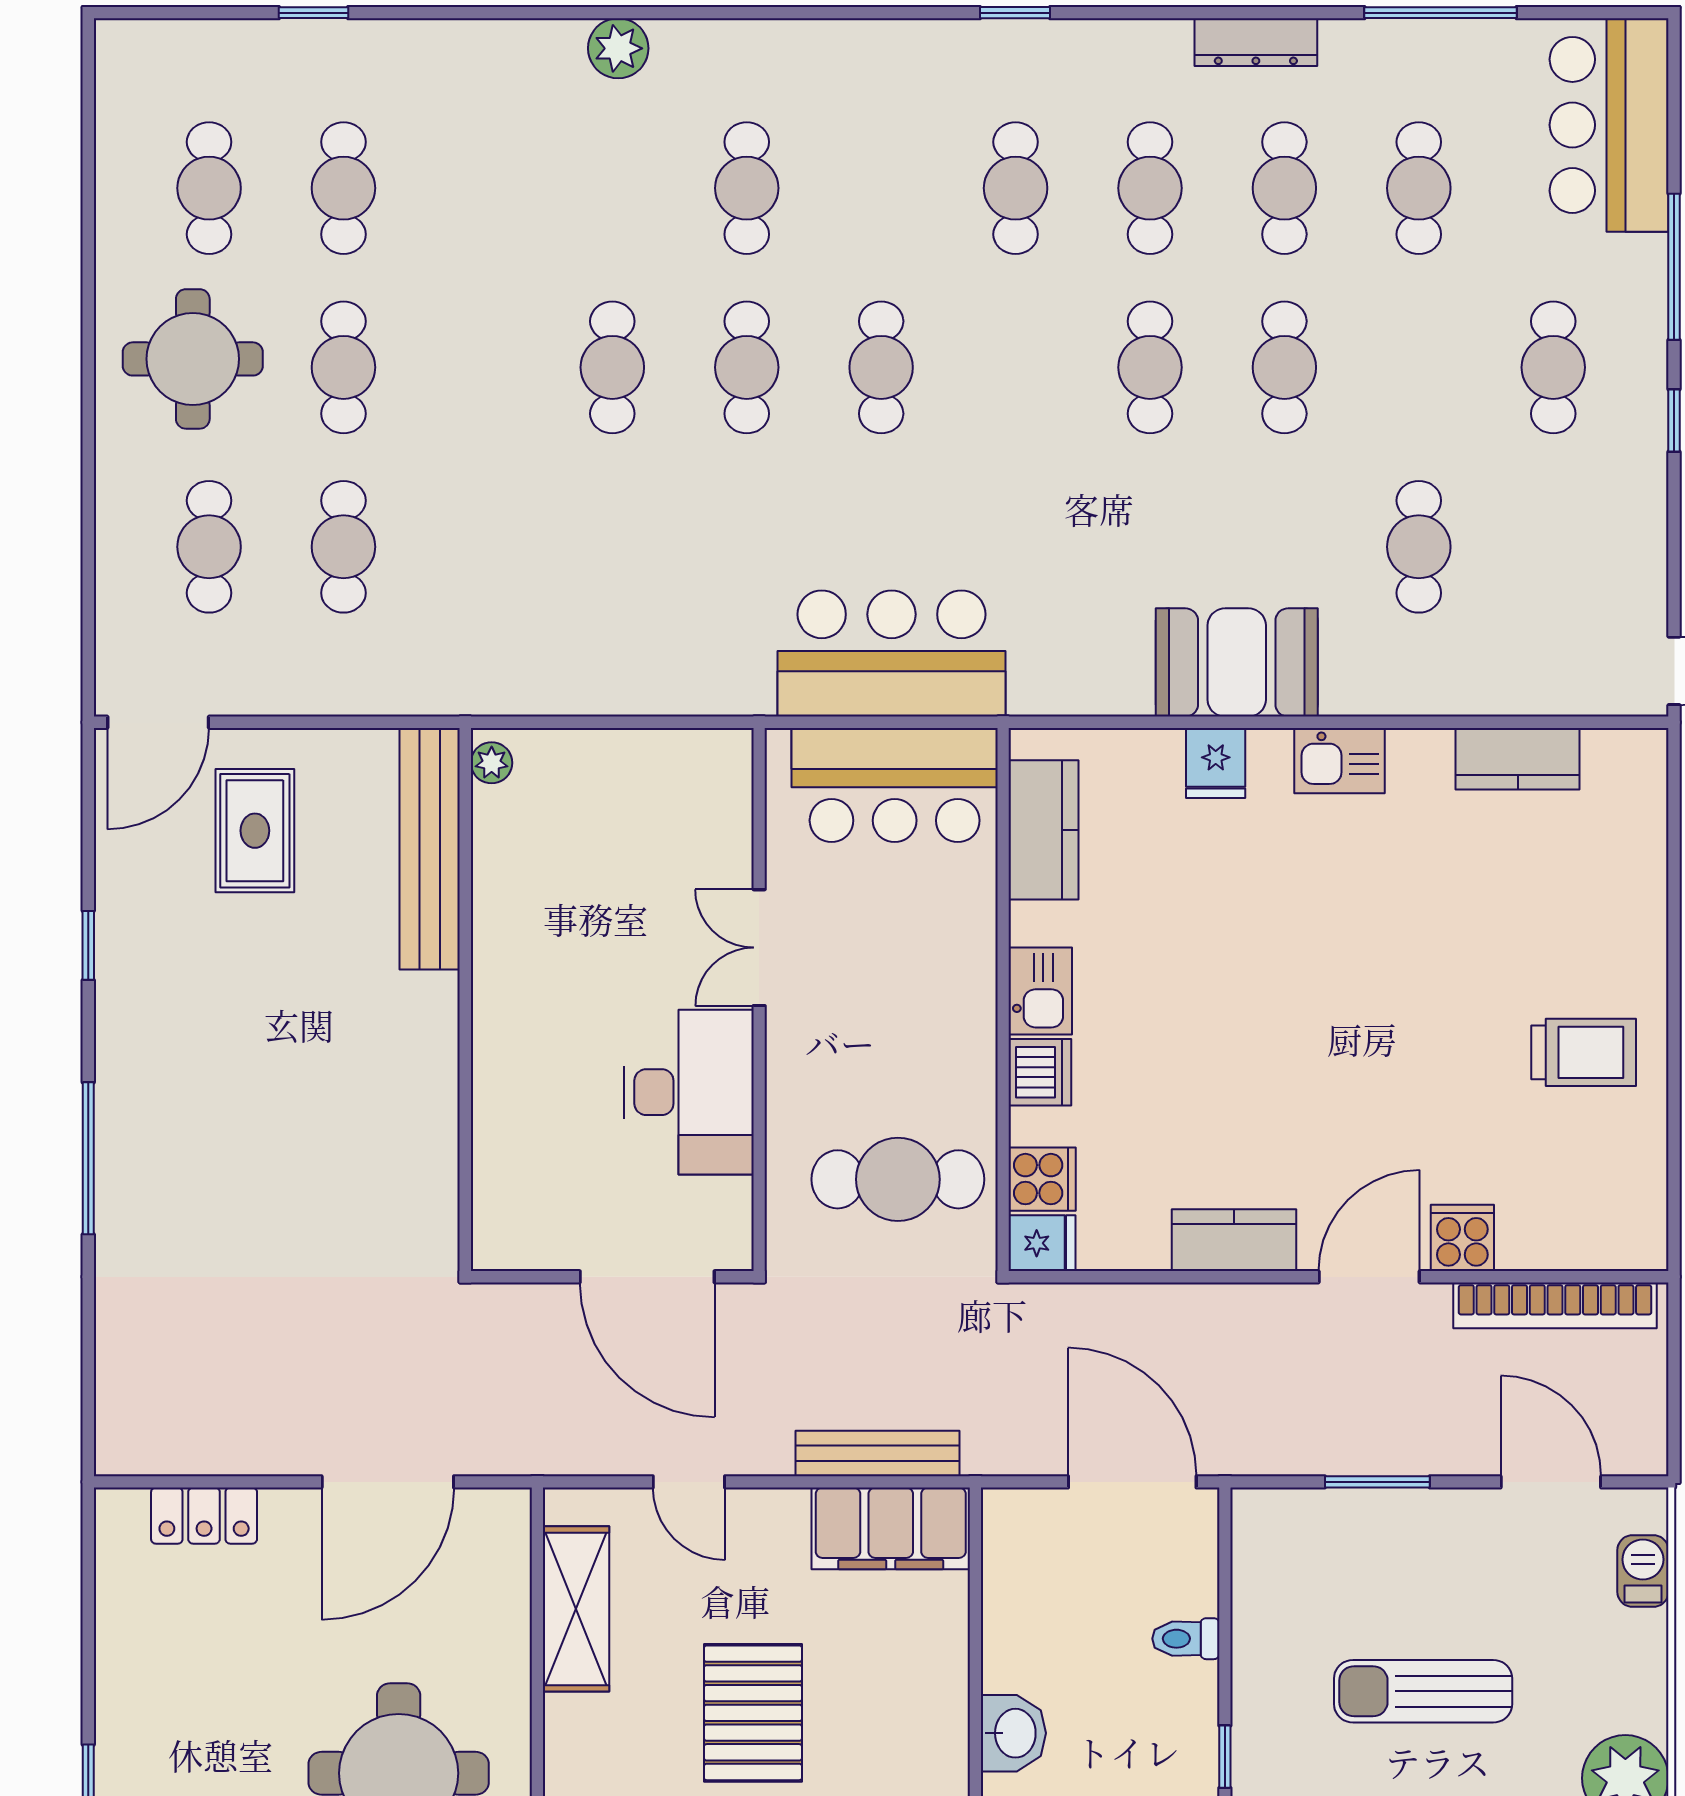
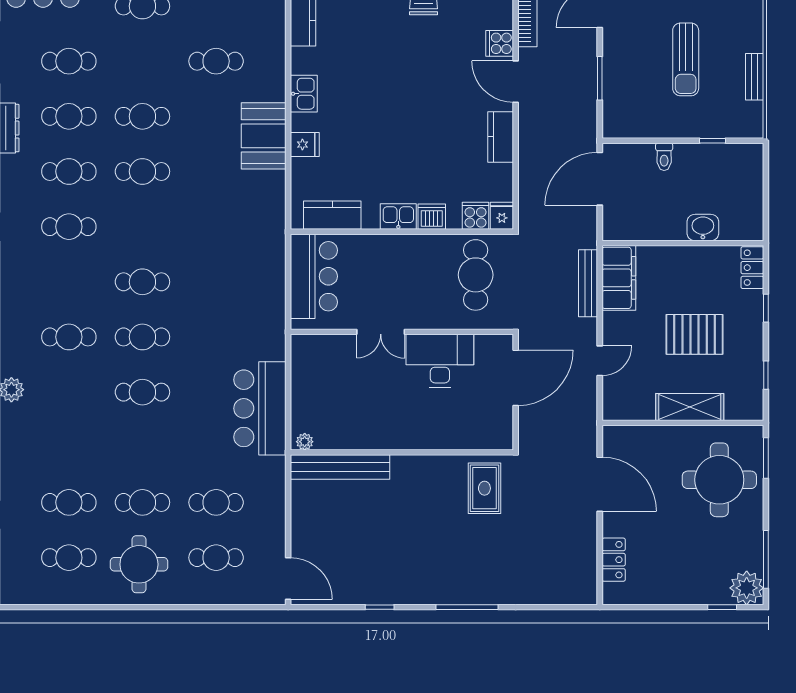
bar counter: (892, 654) -> (260, 408), moved
rug: (255, 831) -> (484, 488), moved, turned 90
shelving: (576, 1609) -> (690, 407), moved

